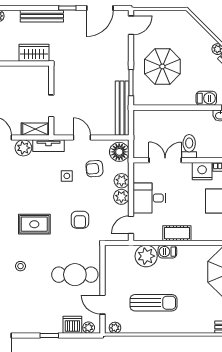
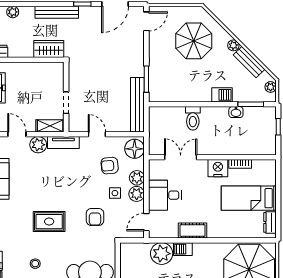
parasol: (162, 66) -> (194, 41), moved
toilet: (189, 146) -> (193, 118), moved, turned 180
side table: (67, 176) -> (115, 193), moved

